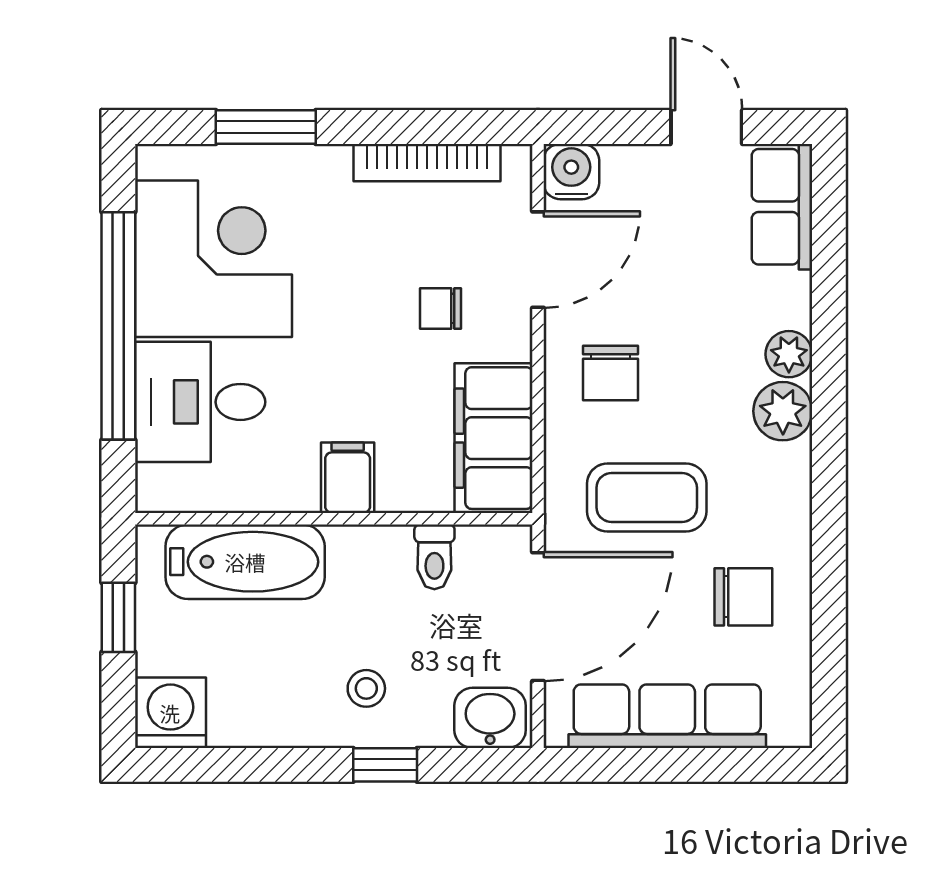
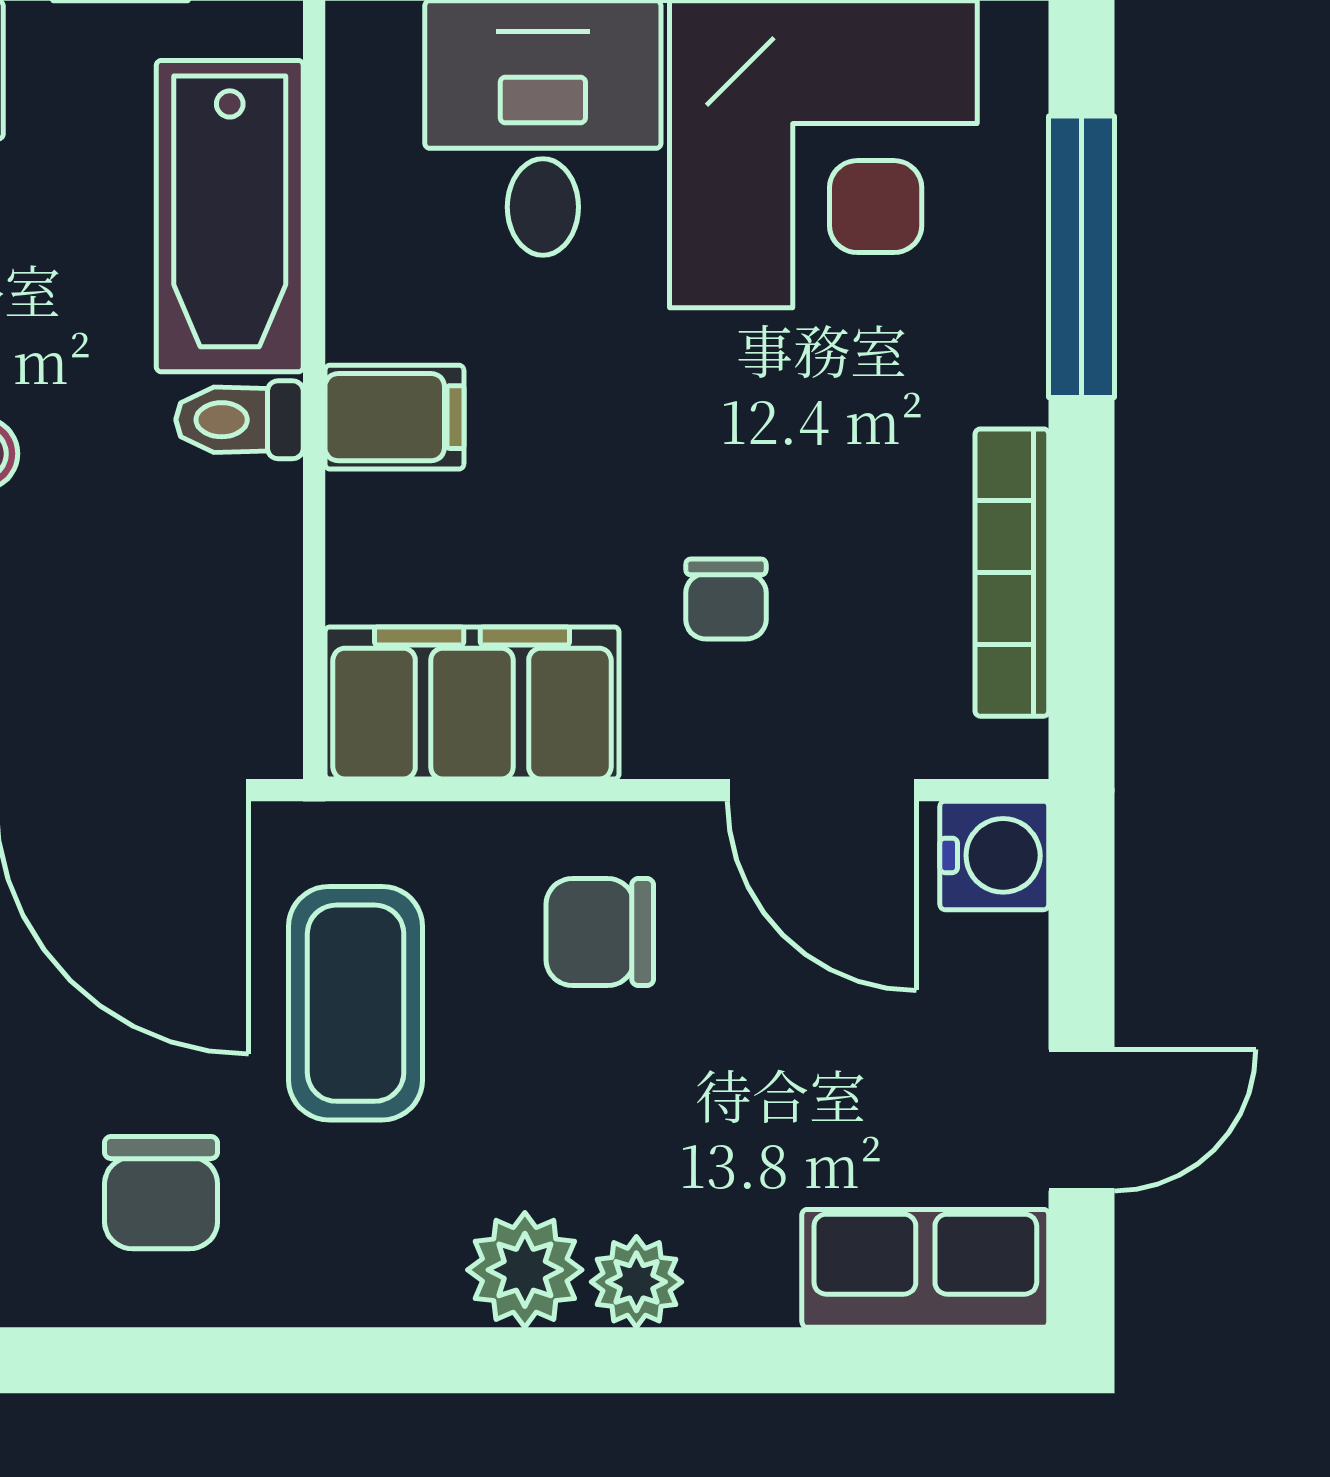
window: (266, 127) -> (1082, 257), width x1.44
chair: (440, 308) -> (726, 599), turned 180
toilet: (434, 557) -> (239, 420), moved

